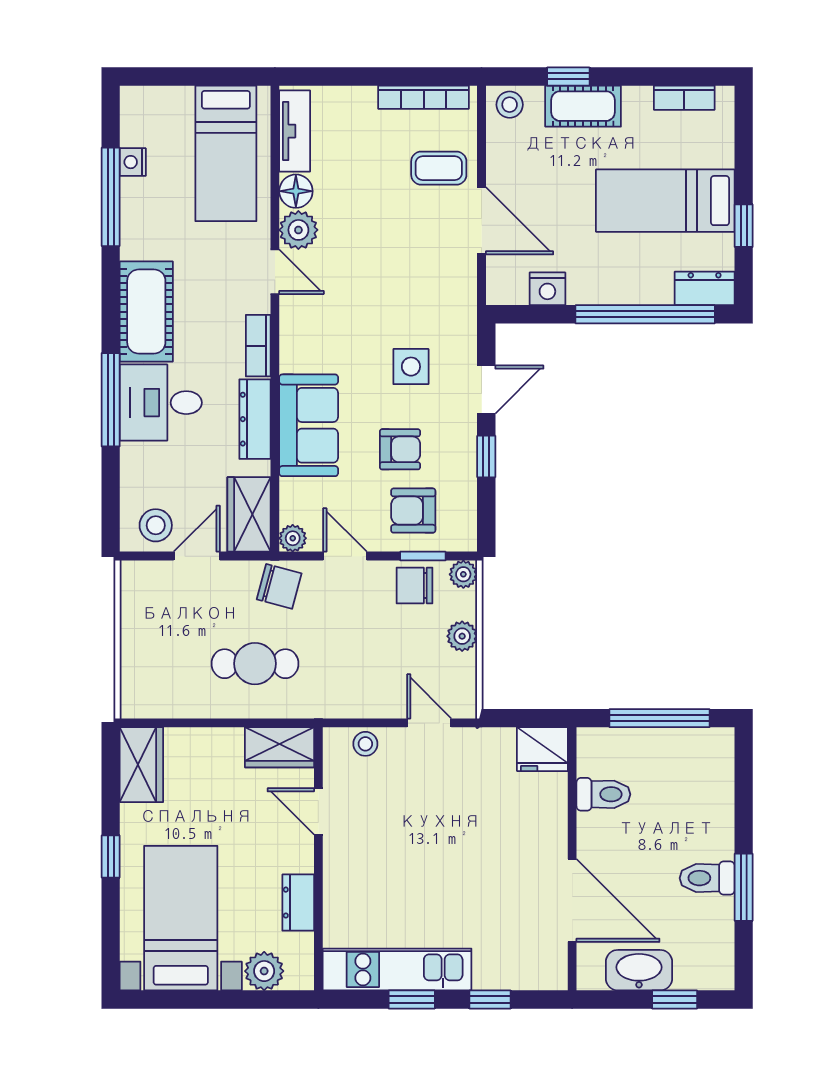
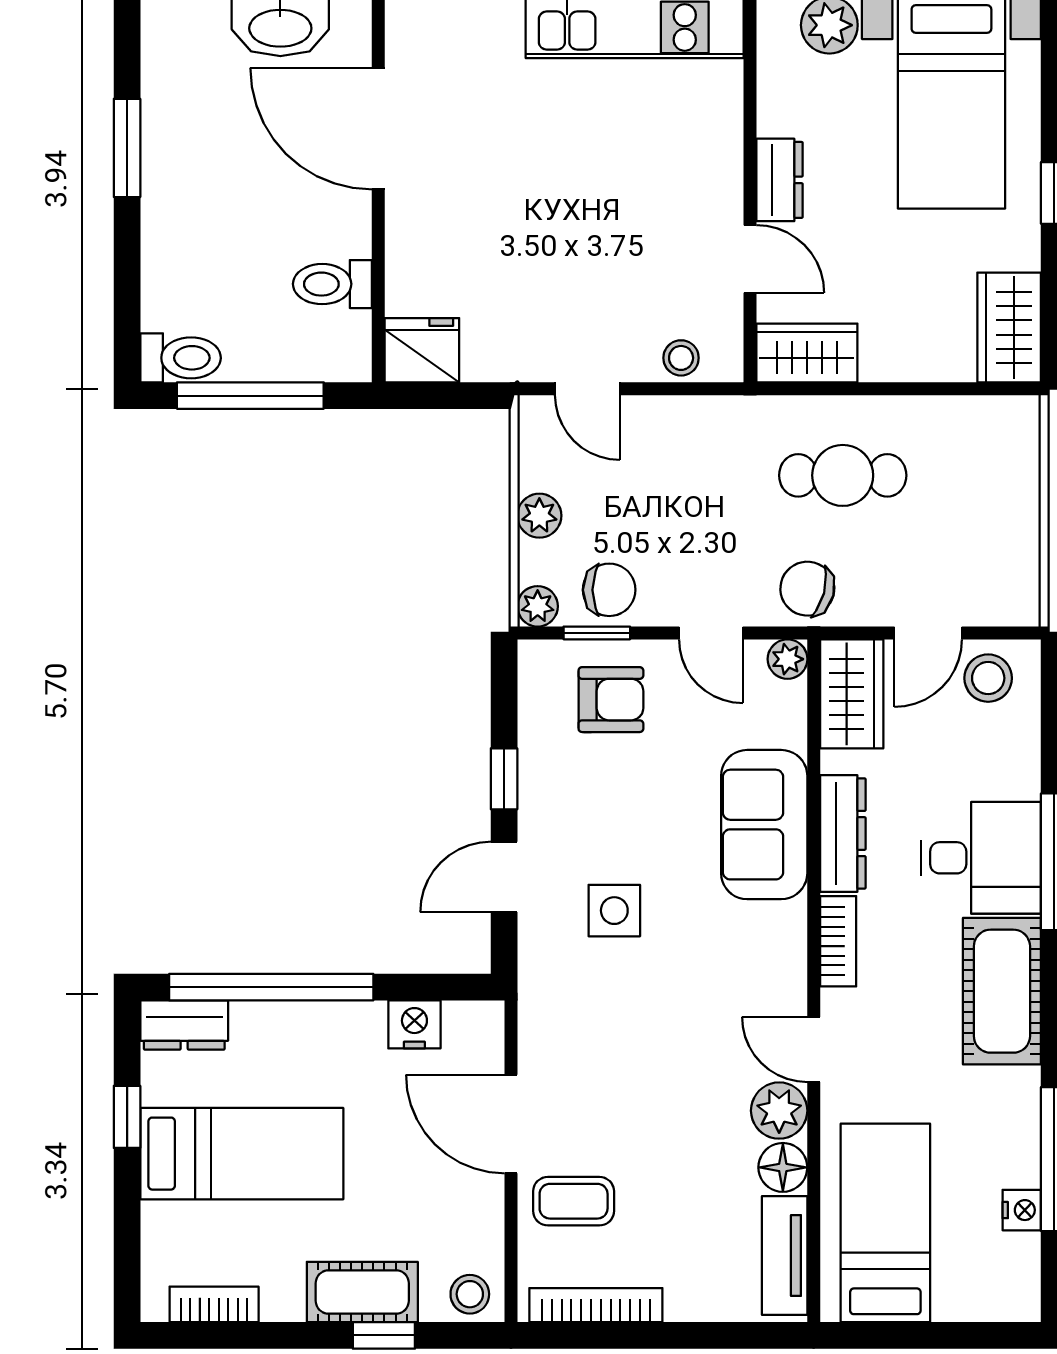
armchair: (400, 449) -> (630, 789), removed
toilet: (707, 878) -> (181, 358), moved
dresser: (298, 903) -> (780, 180), moved

